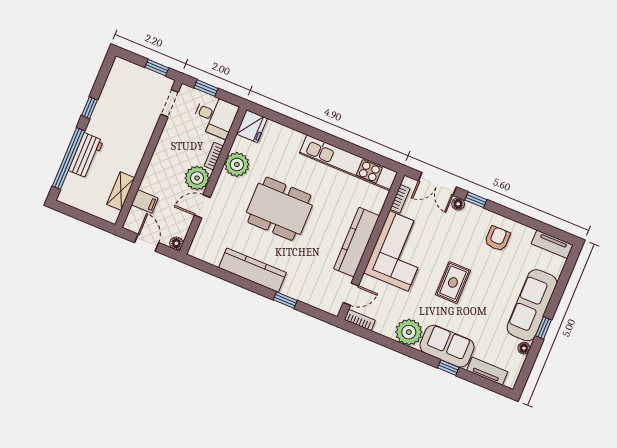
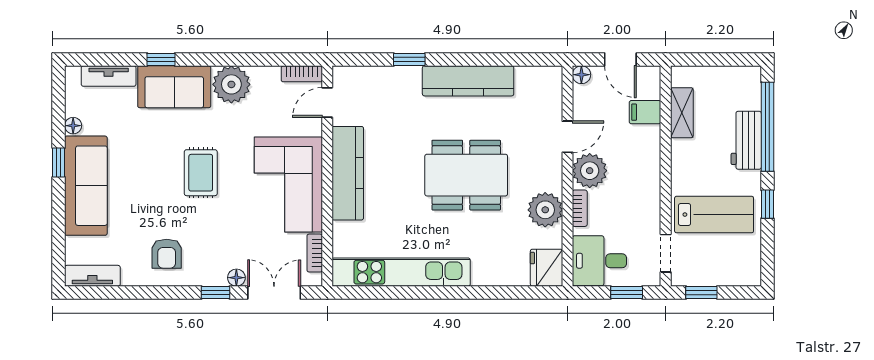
lab bench: (127, 115) -> (714, 215), added

